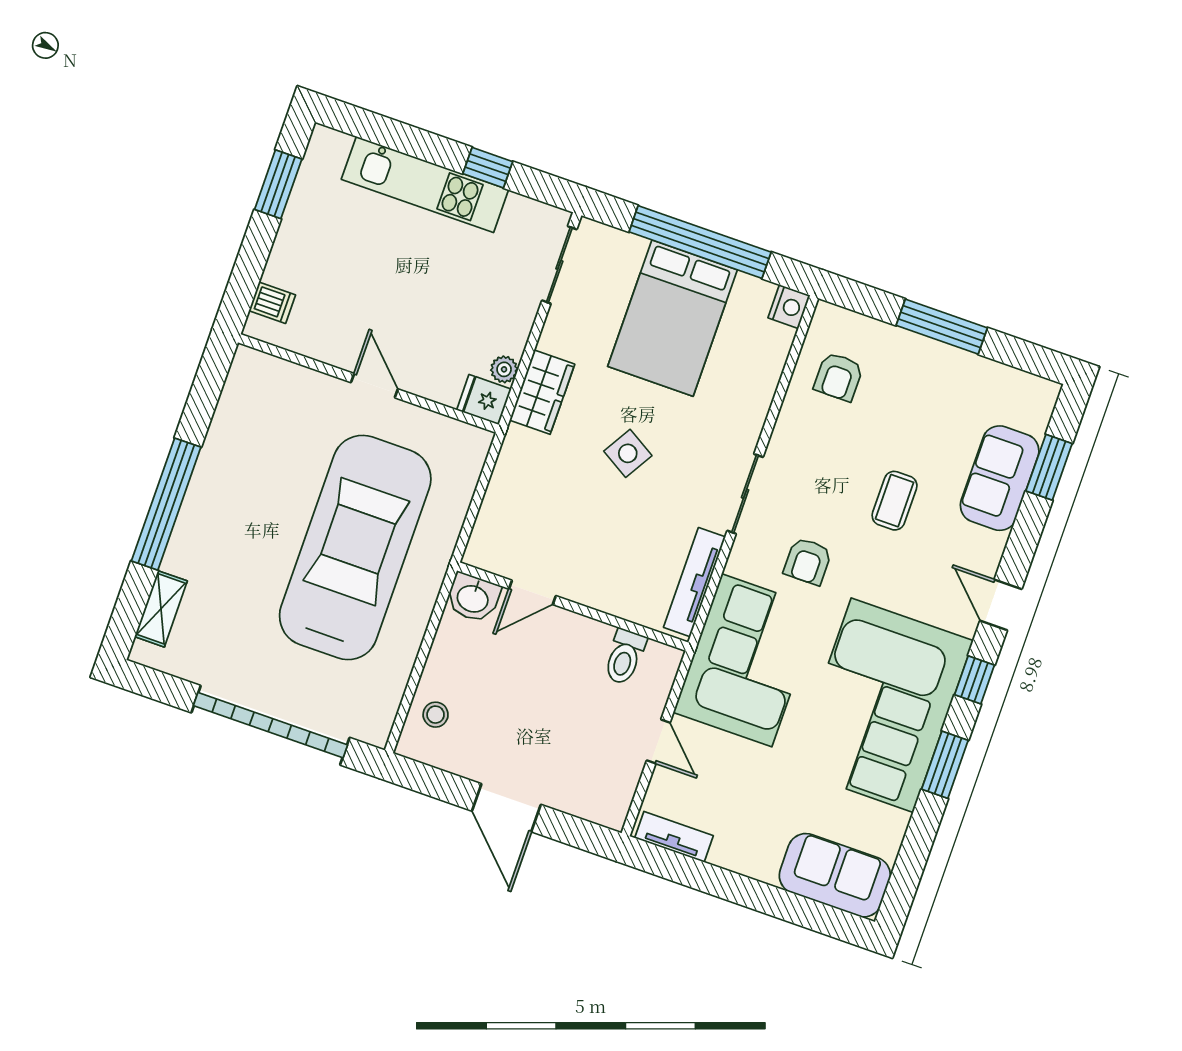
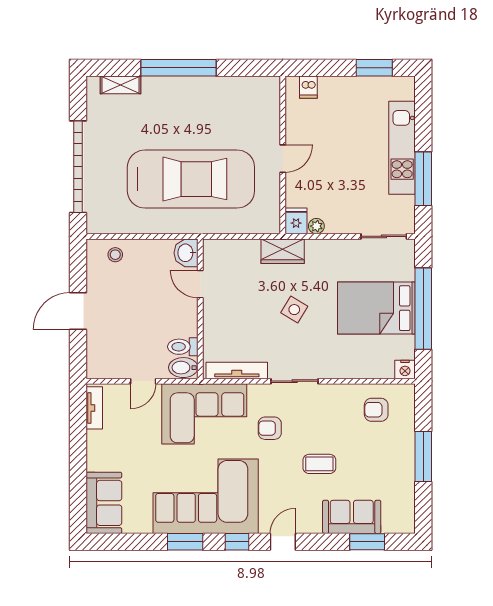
window: (488, 168) -> (423, 179), width x2.17
wardrobe: (542, 392) -> (283, 251), moved
bidet: (659, 668) -> (183, 368), added

